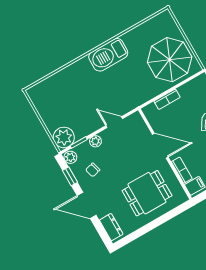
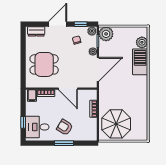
barbecue: (108, 55) -> (140, 62), moved
plant: (48, 86) -> (142, 42), added
door: (114, 122) -> (98, 69), width x1.87
door: (160, 146) -> (68, 89), hinge flipped
dining table: (147, 193) -> (44, 64), turned 90

